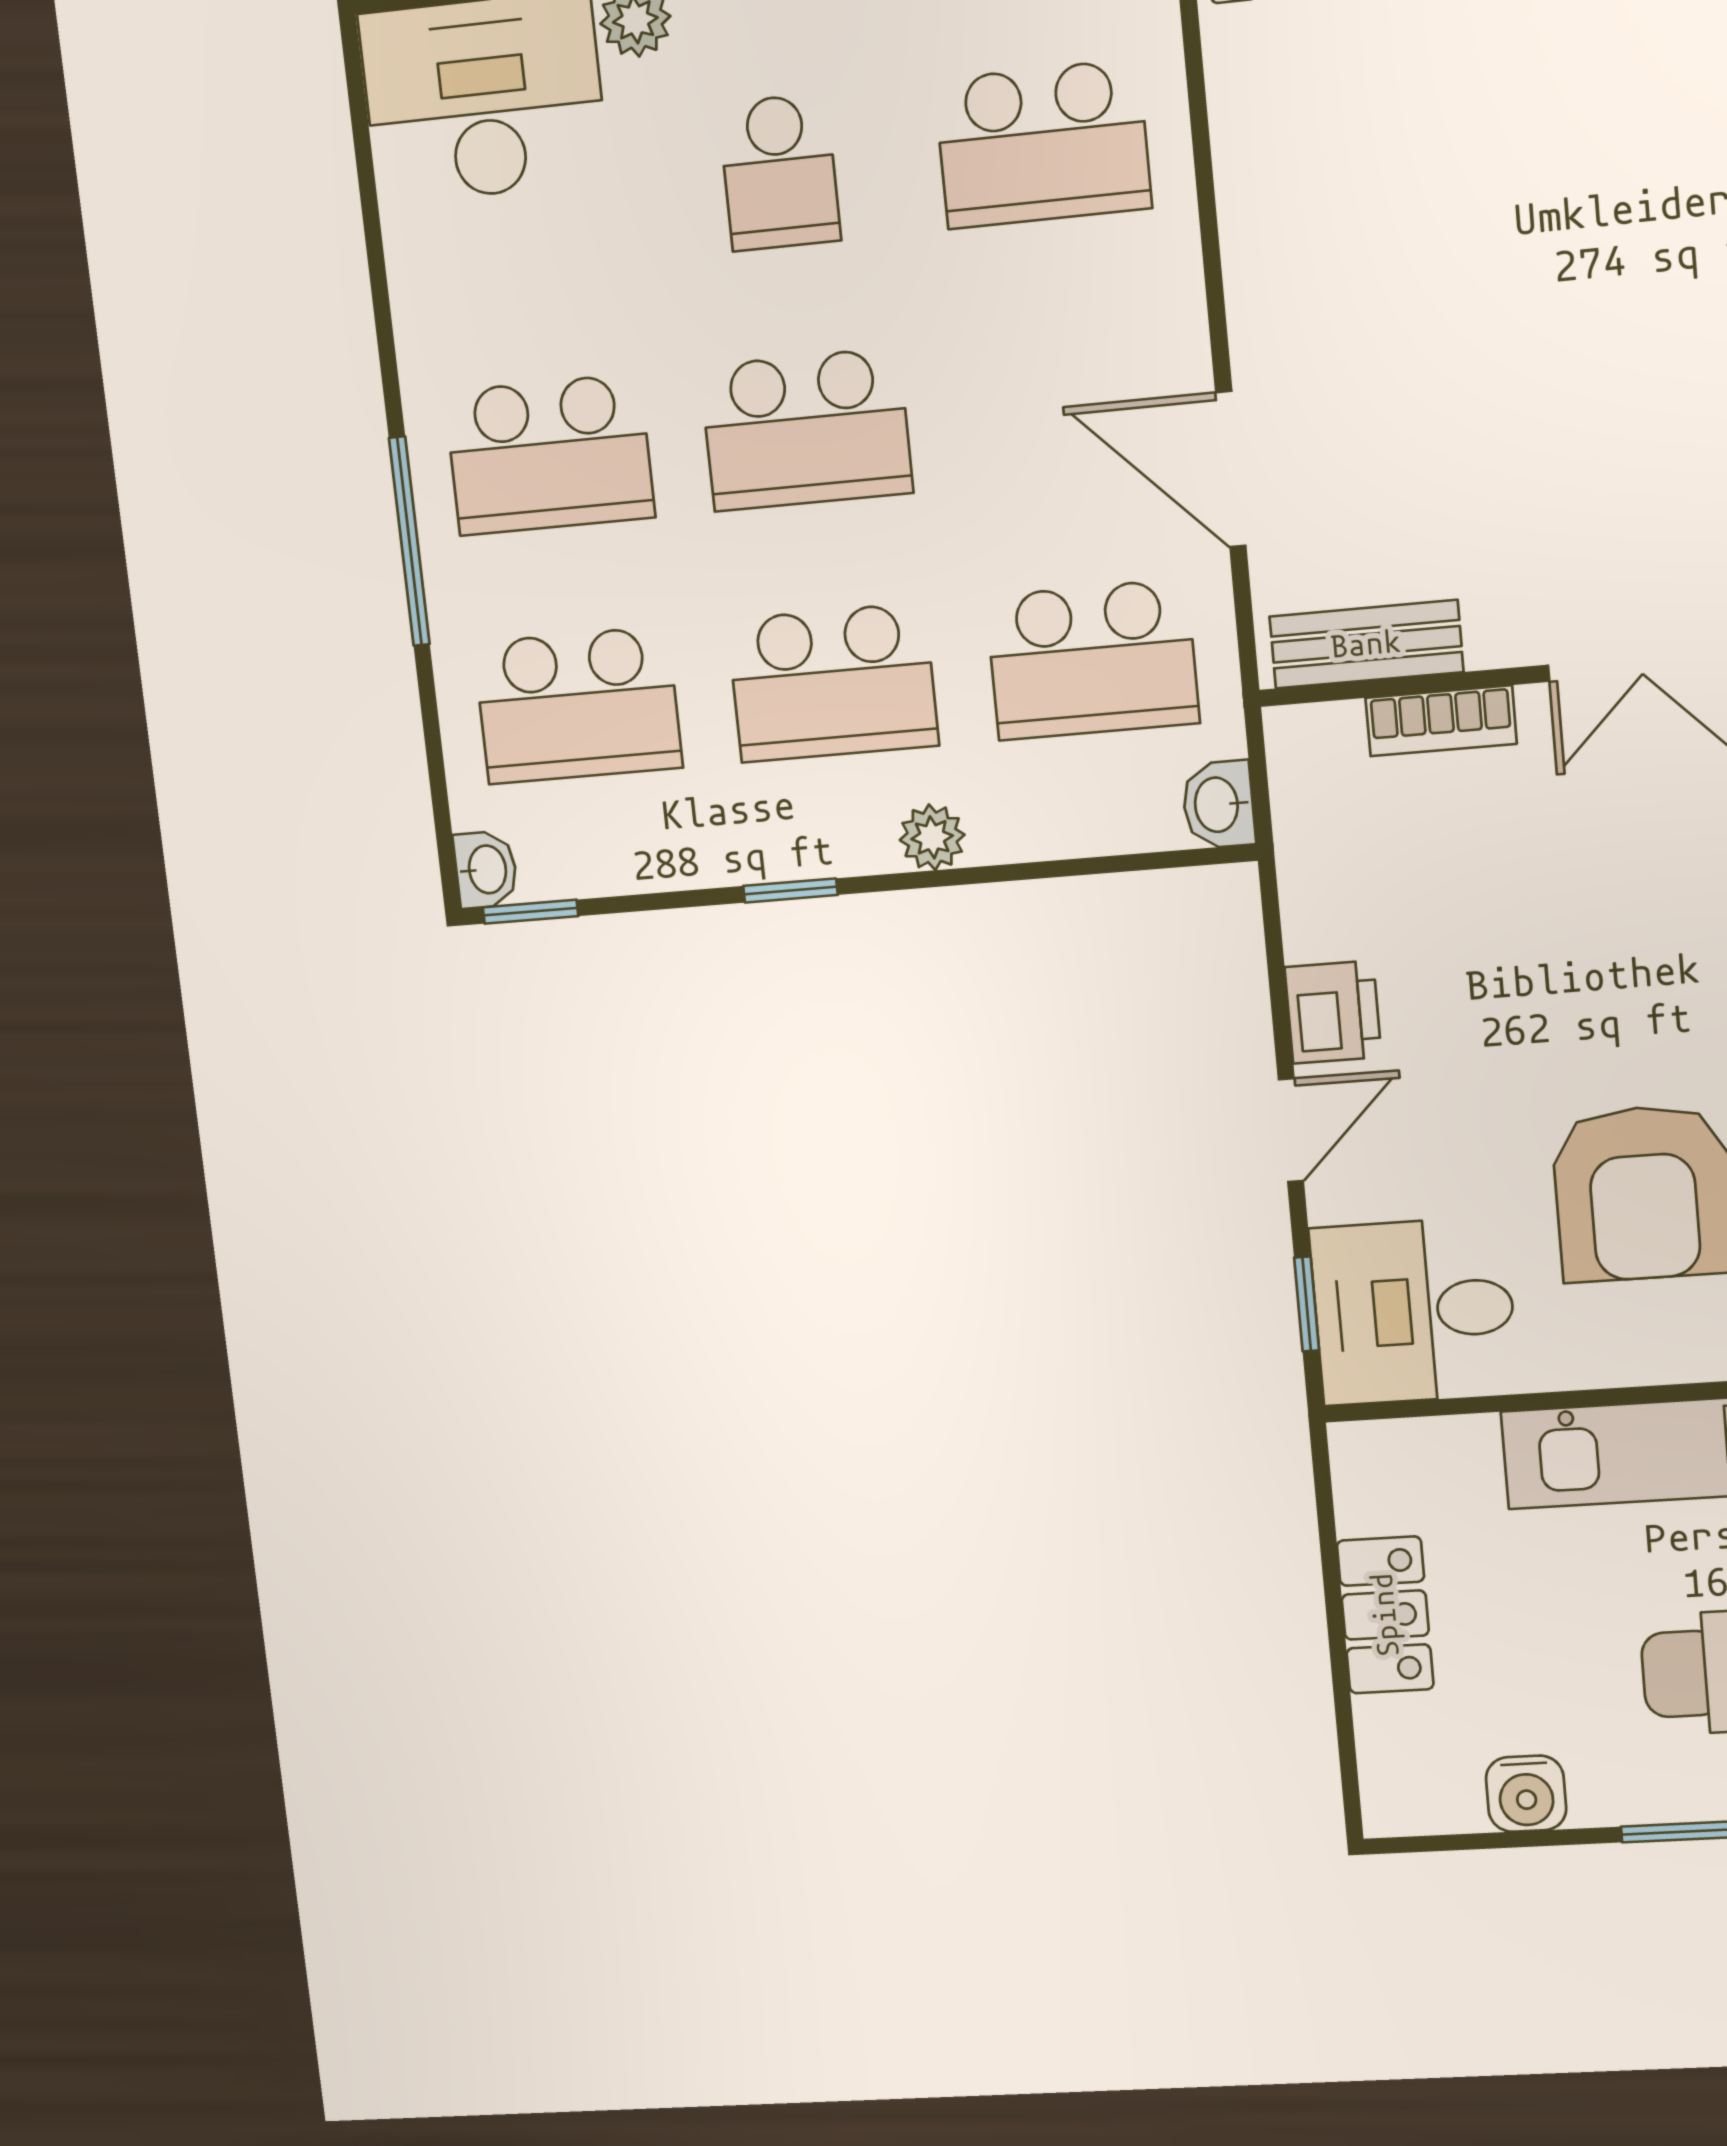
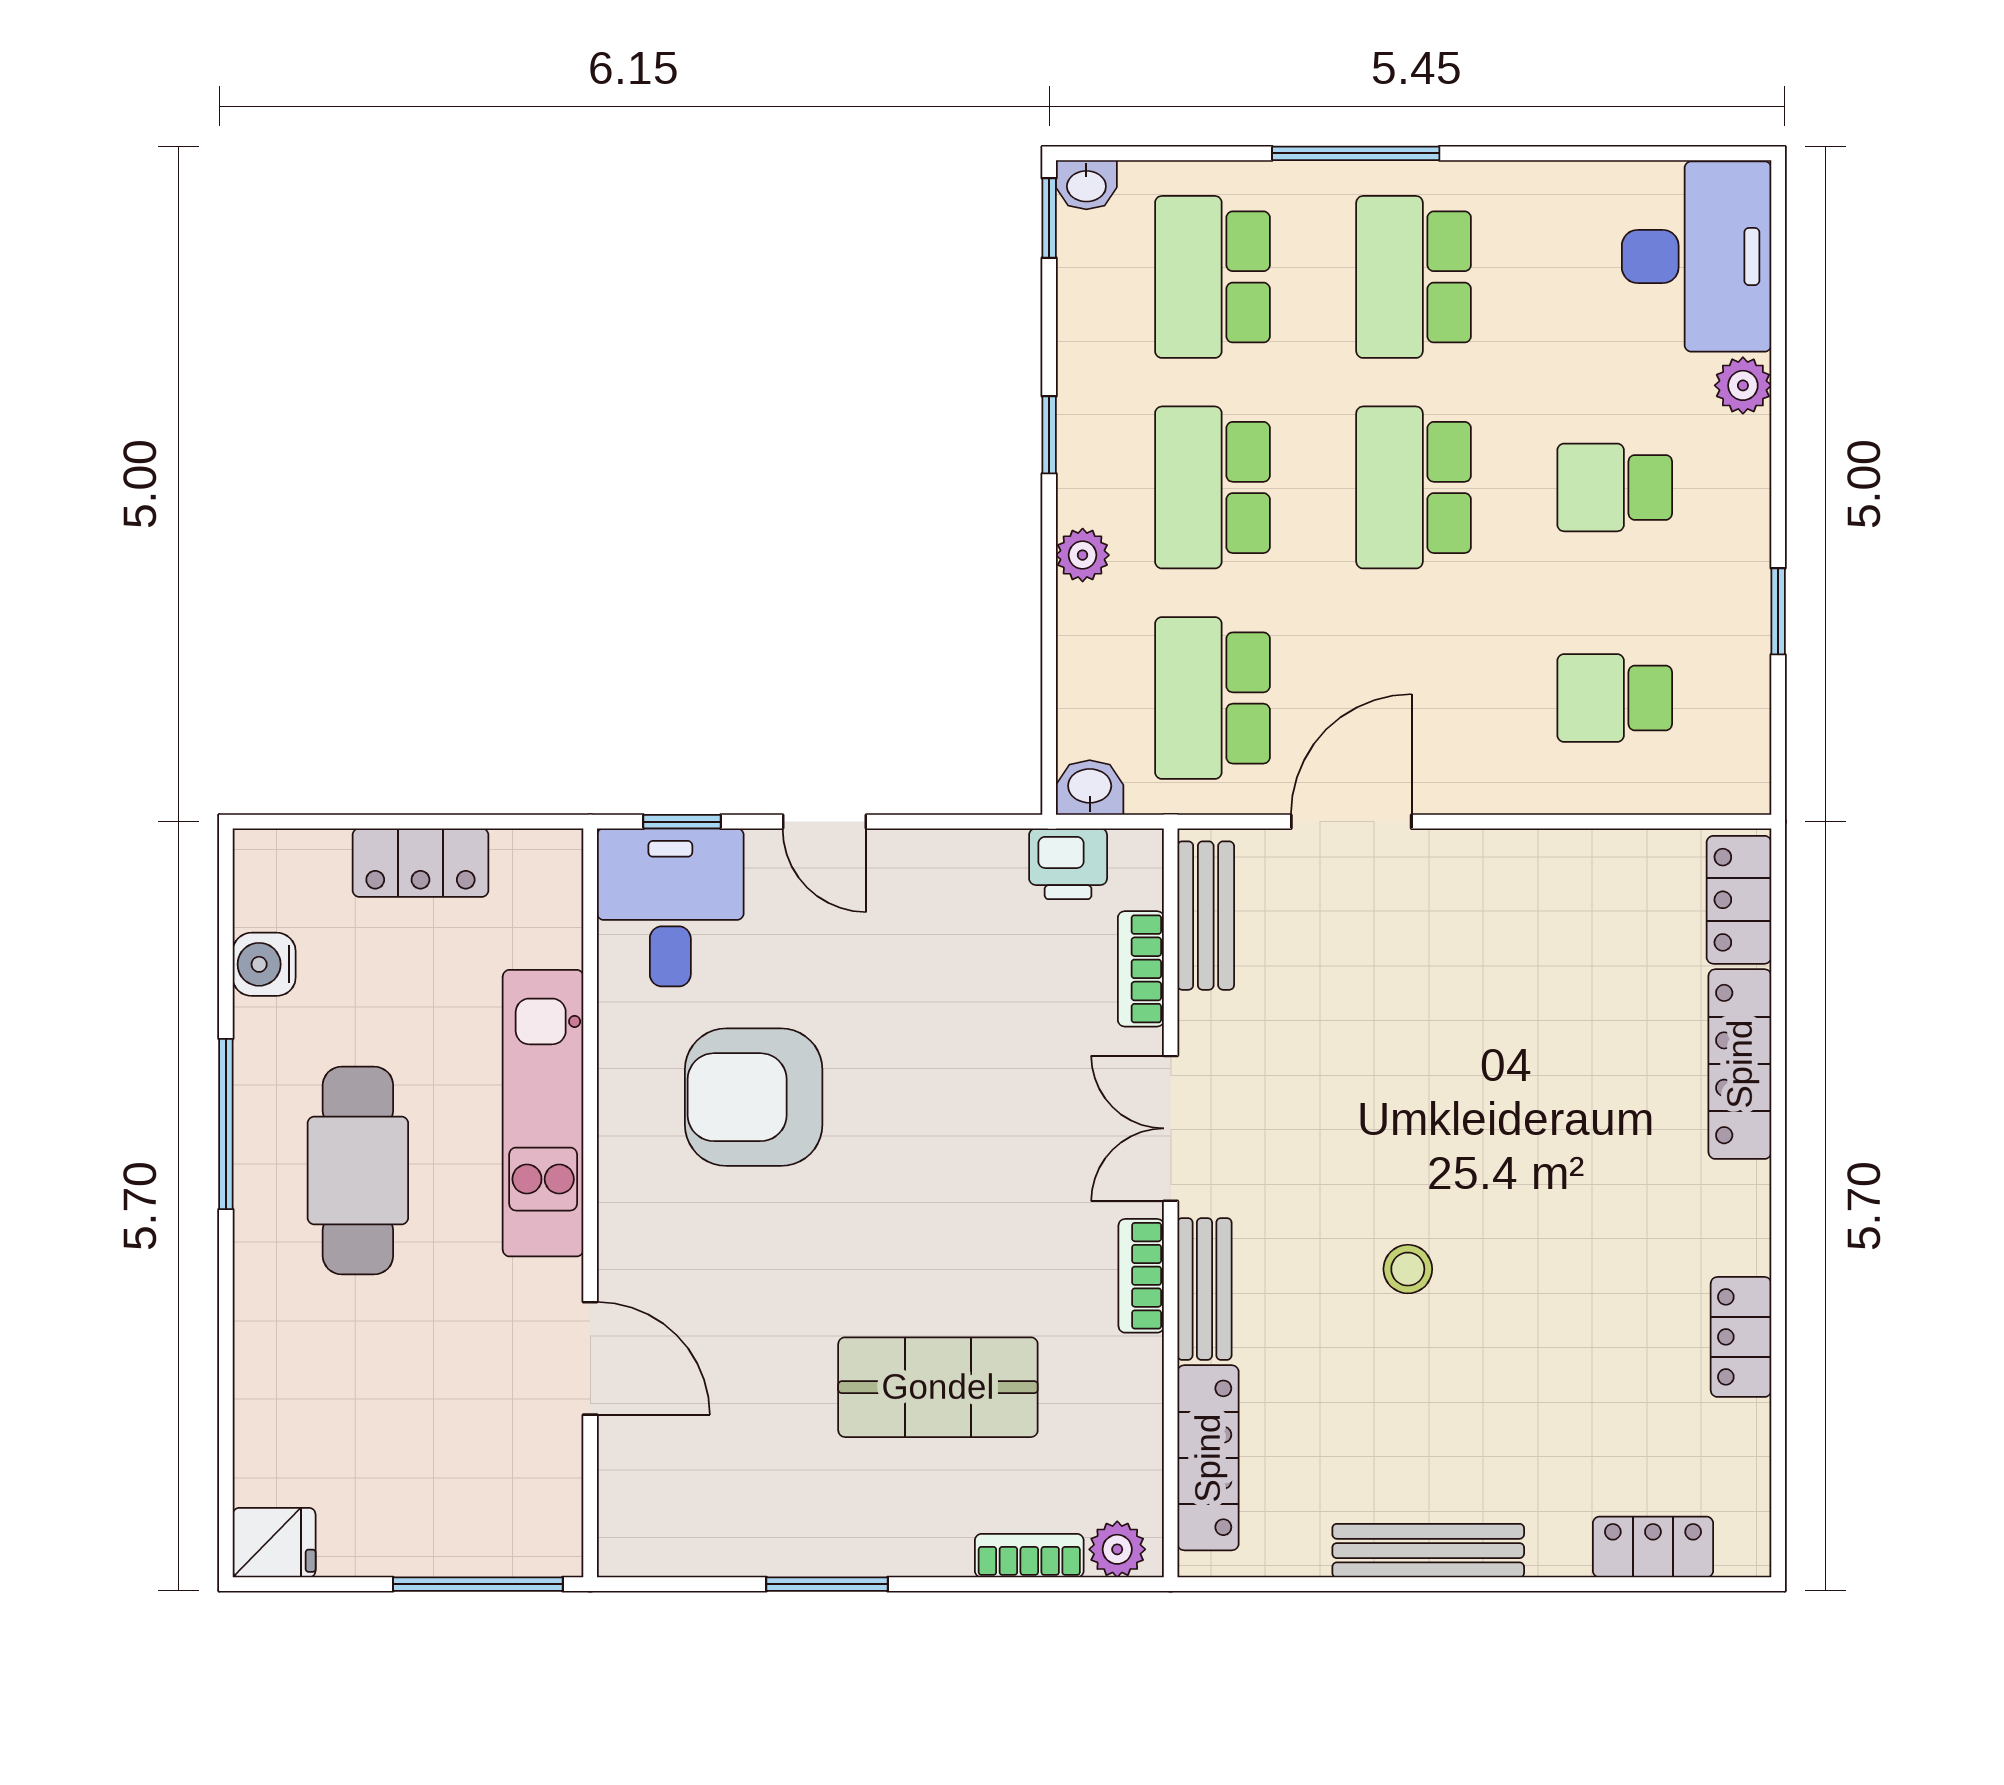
school desk: (1043, 144) -> (1615, 698), width x0.54
printer: (1333, 1012) -> (1068, 864), moved

